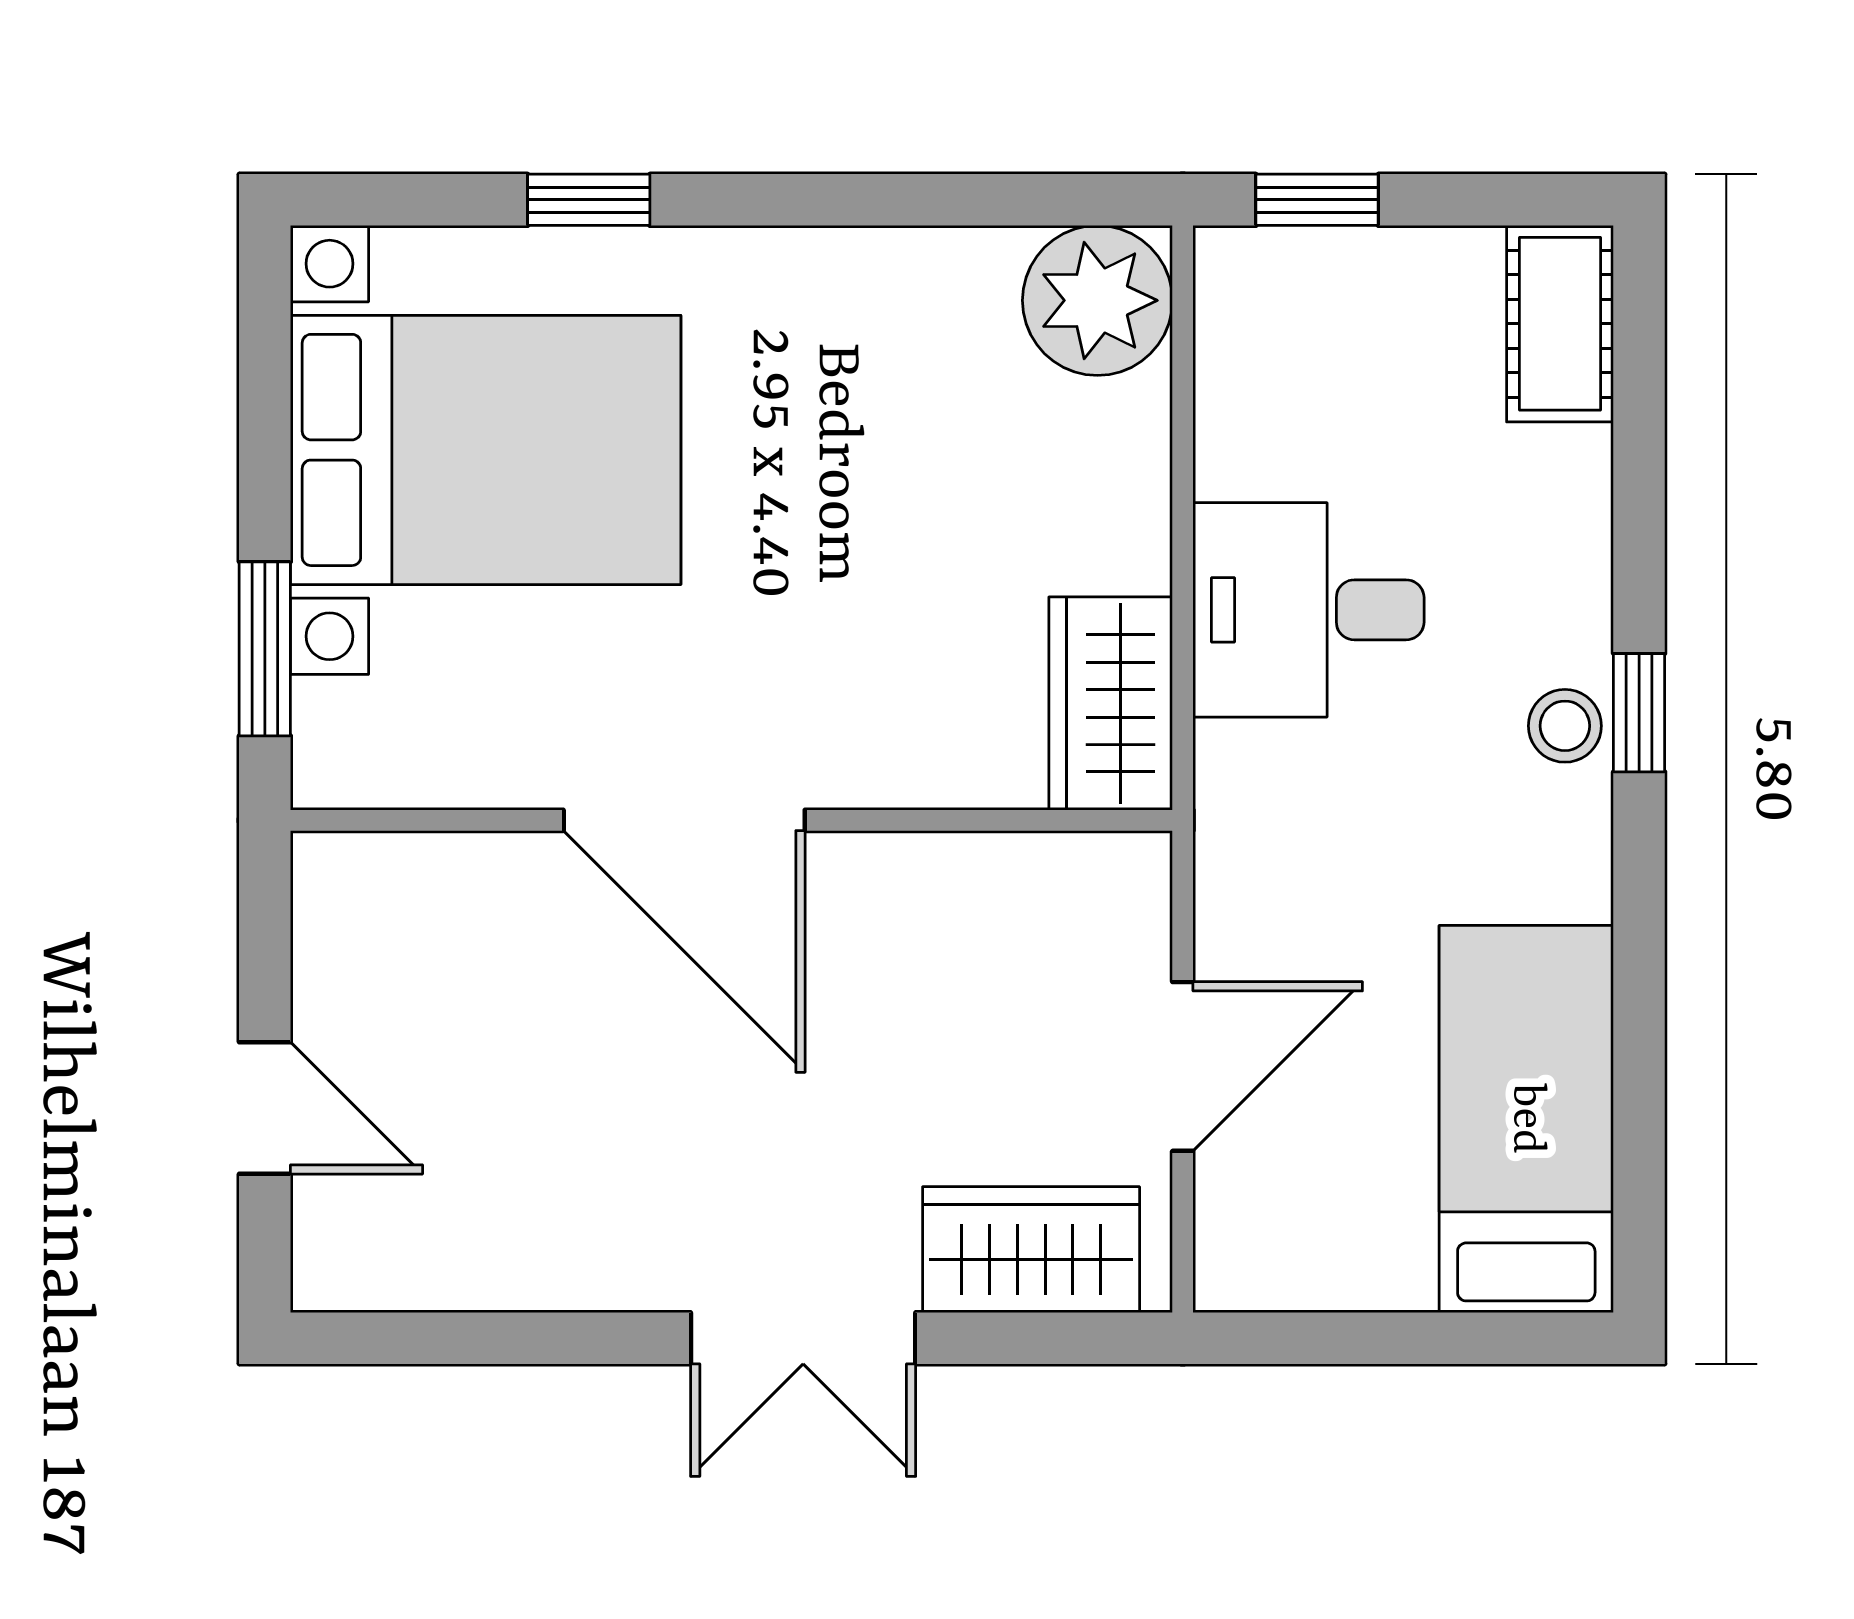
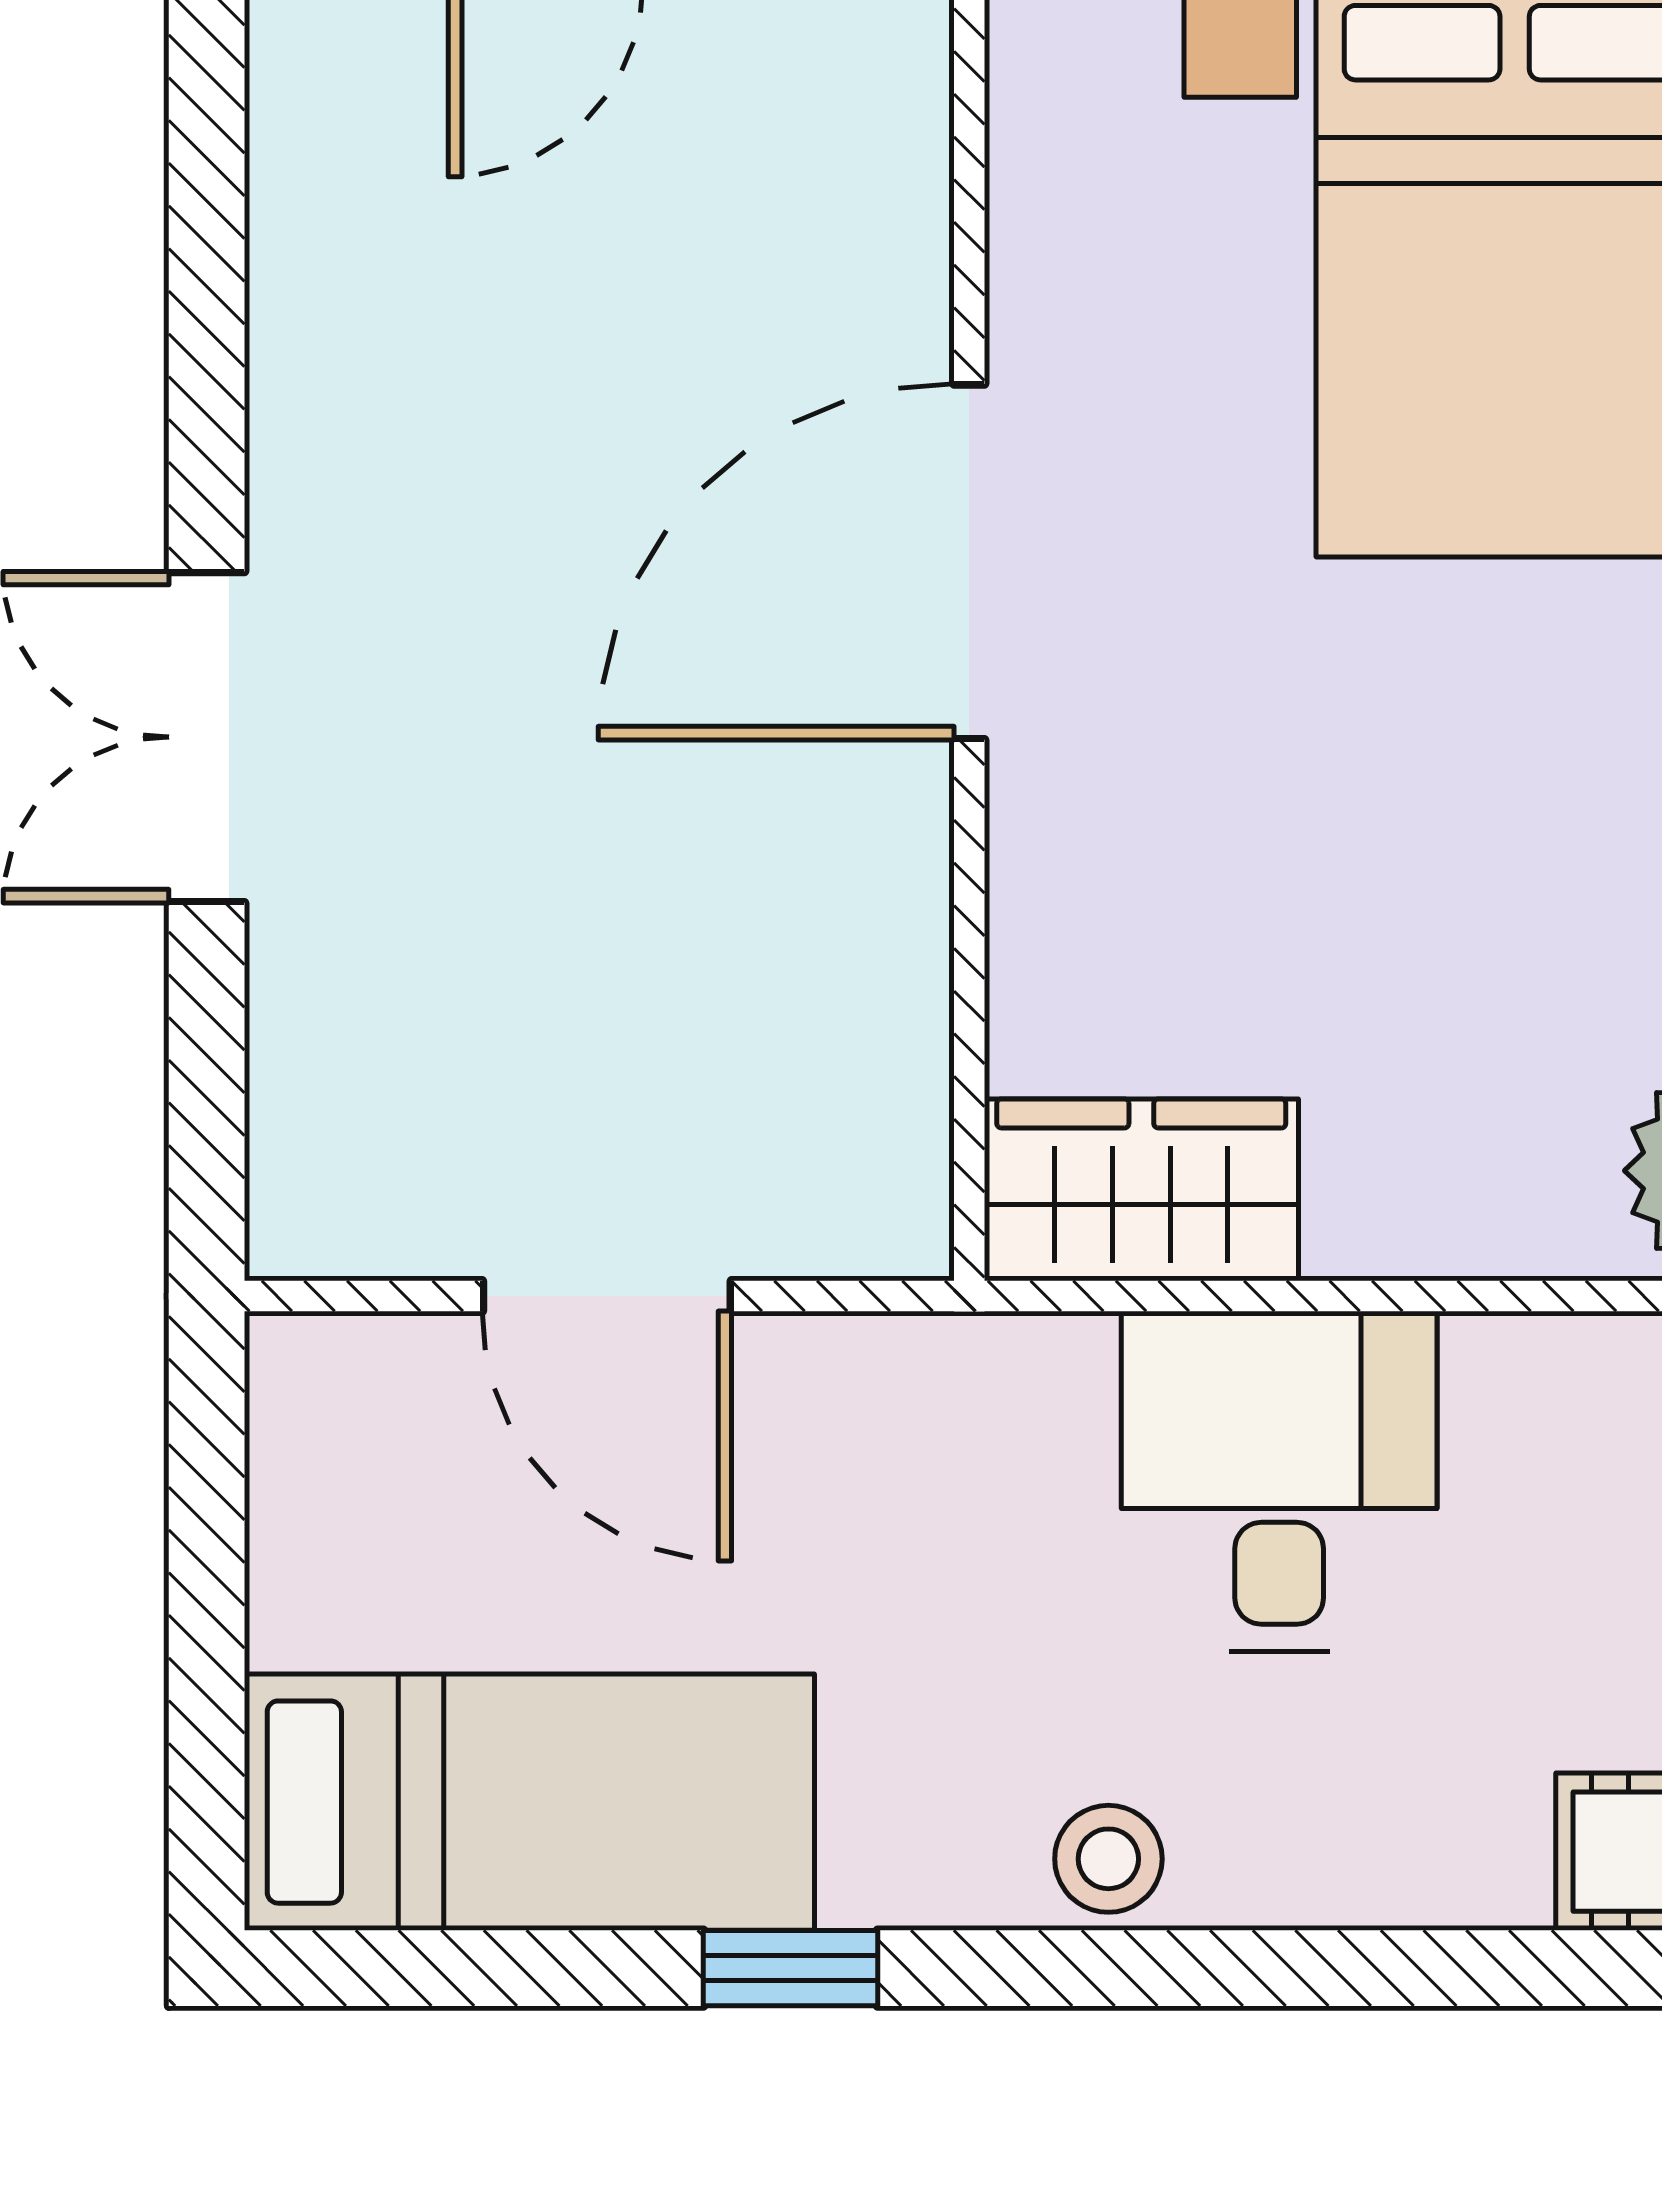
window: (1639, 713) -> (790, 1968), moved
wardrobe: (1031, 1250) -> (337, 1073), removed

